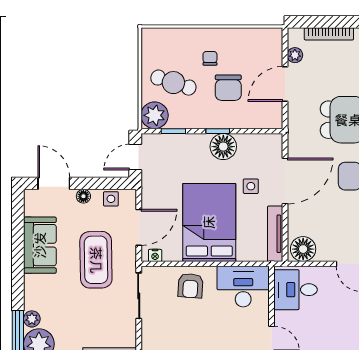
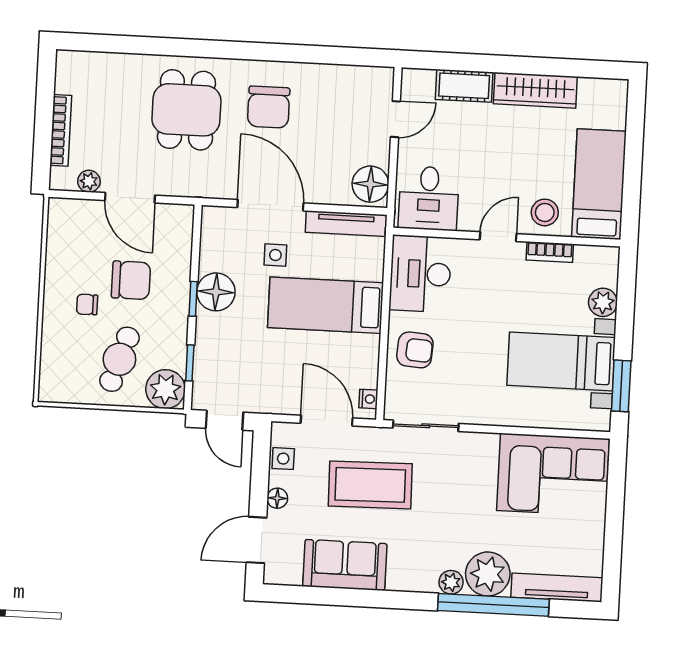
bed: (209, 222) -> (326, 305), width x0.67

